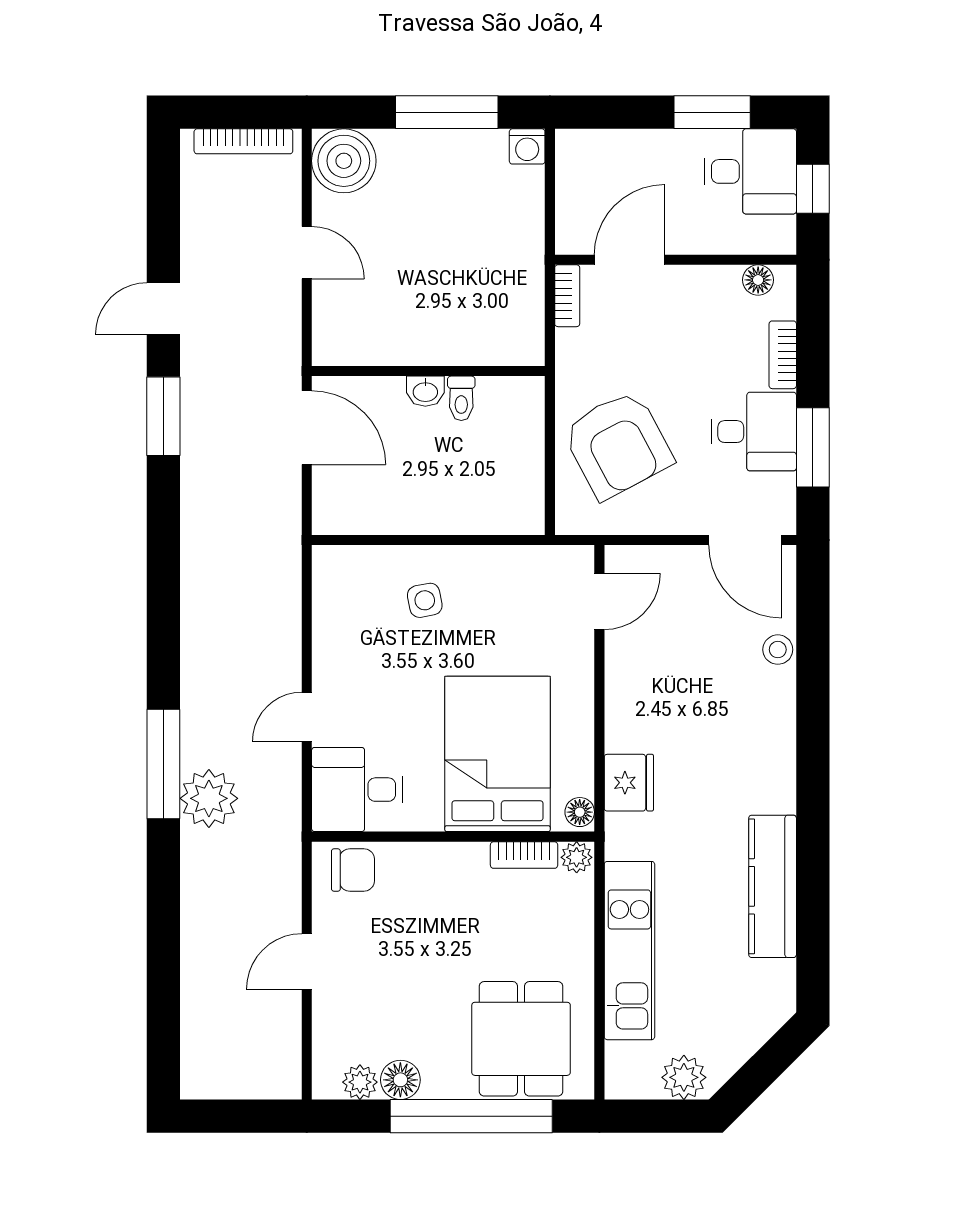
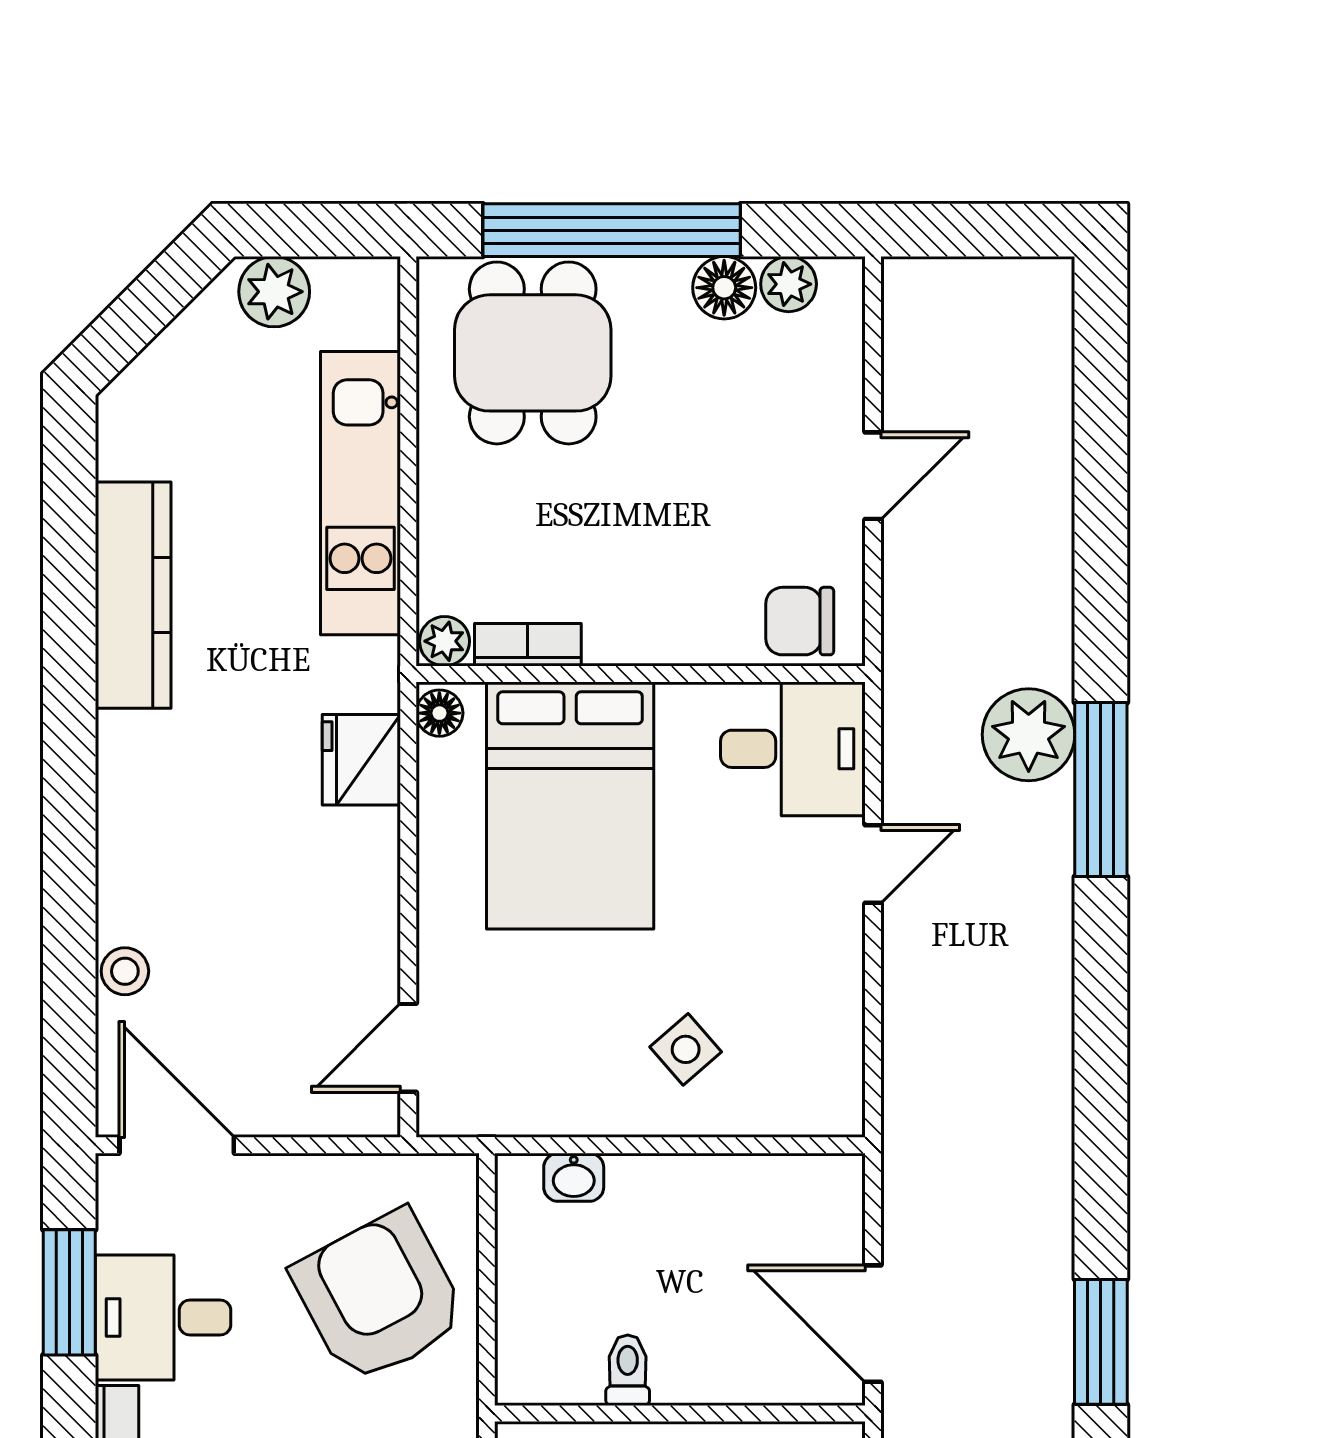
washbasin: (425, 391) -> (574, 1177), moved, turned 180
side table: (425, 600) -> (686, 1049), turned -30

